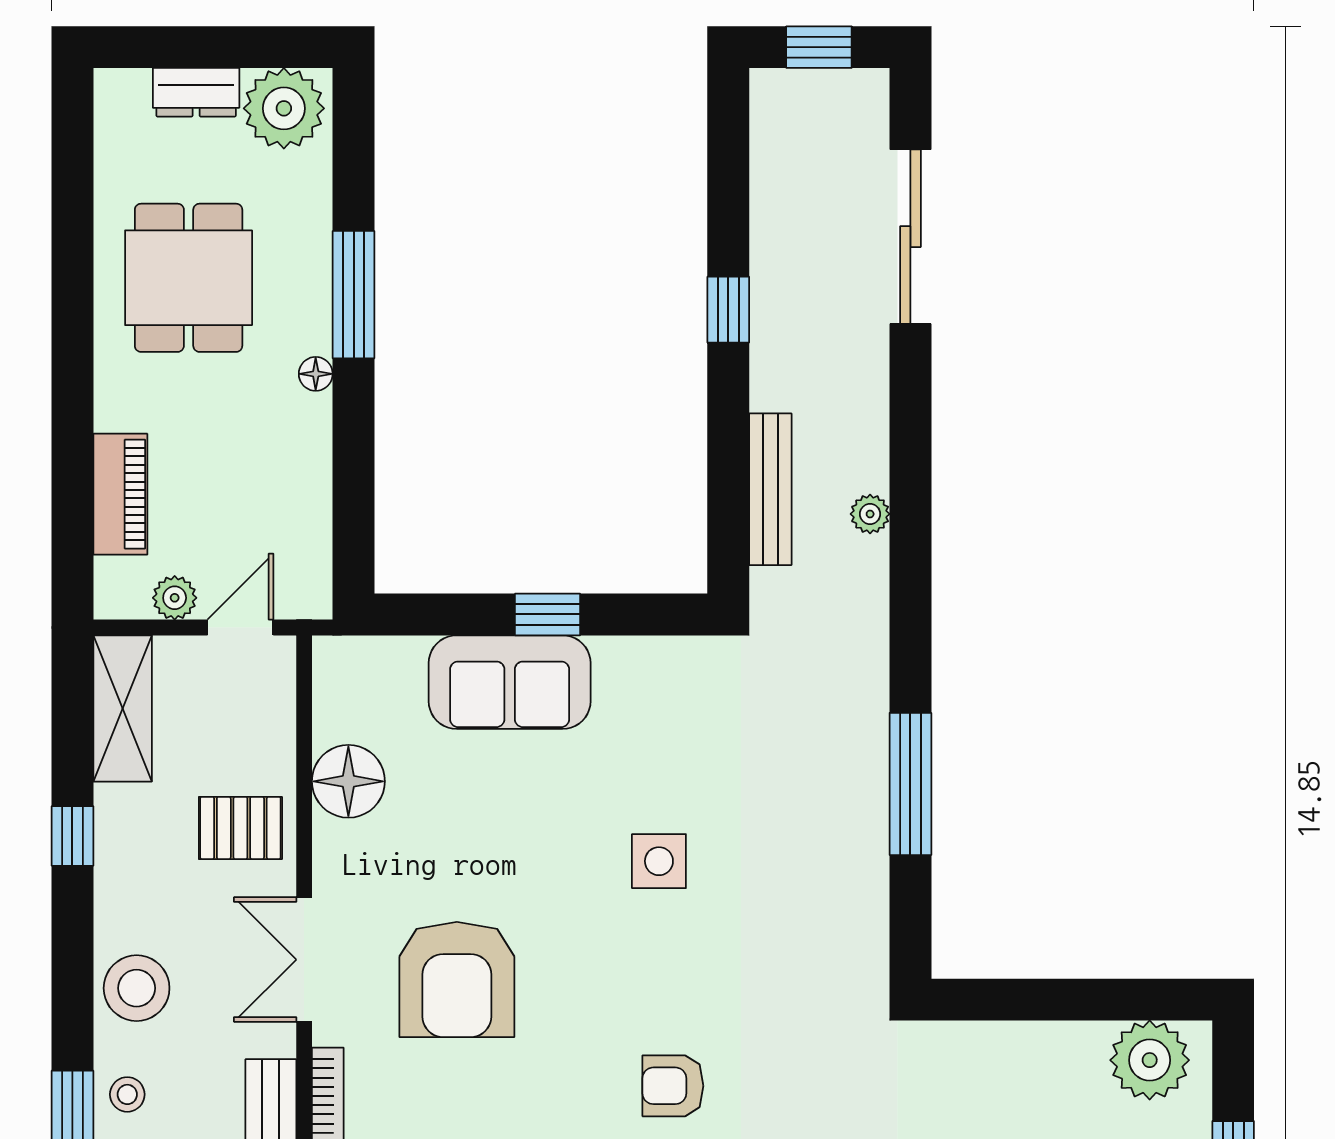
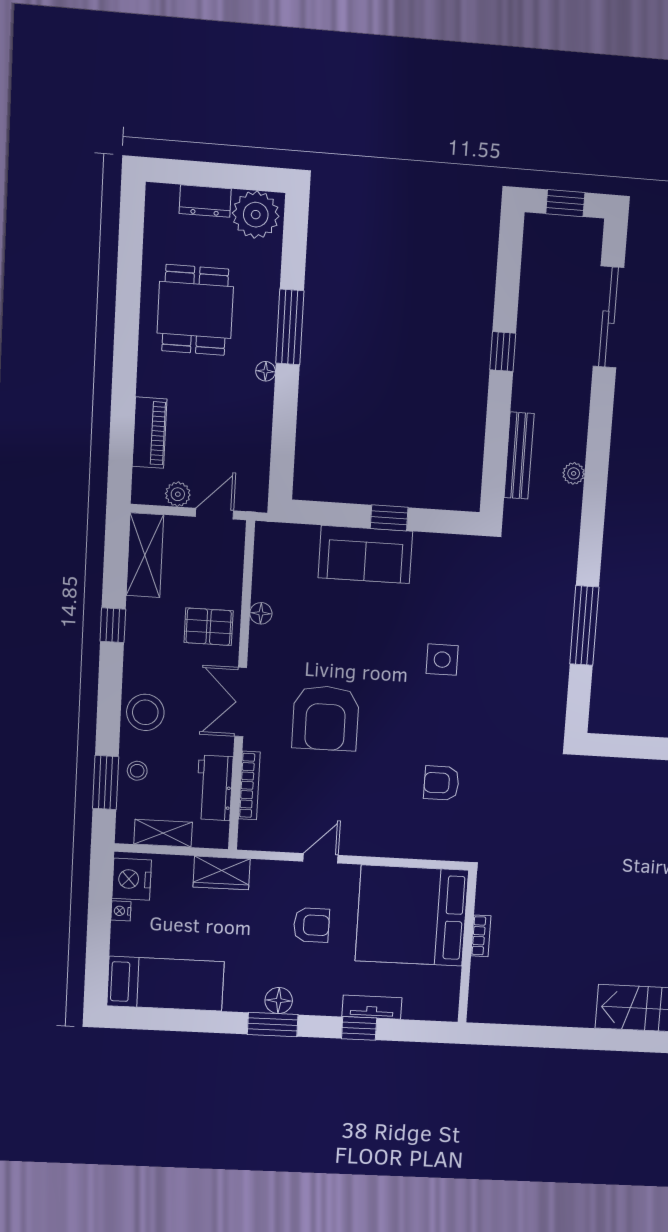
floor lamp: (348, 781) -> (261, 613), width x0.53, depth x0.53

